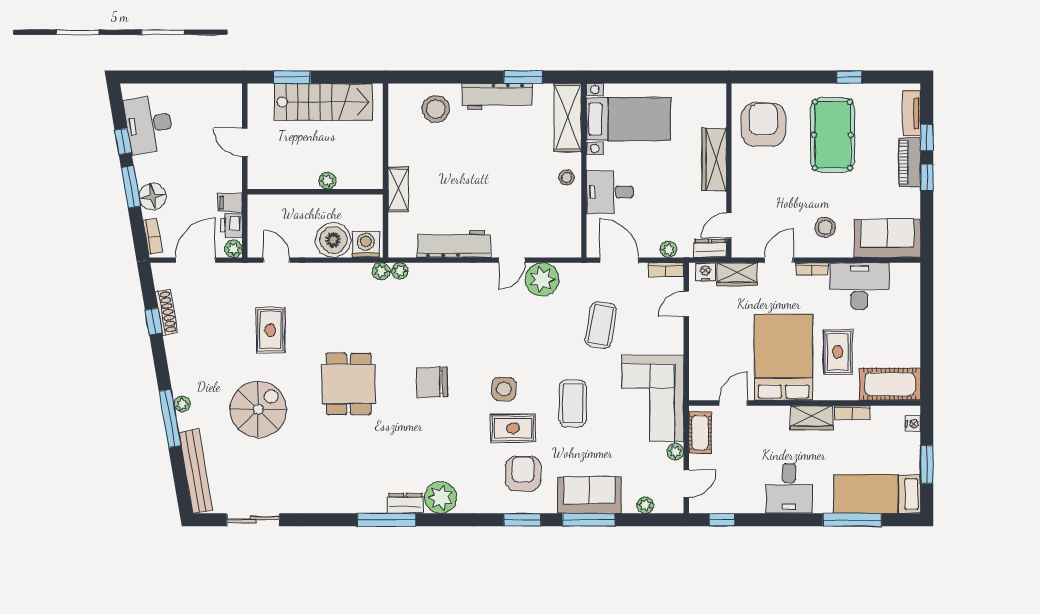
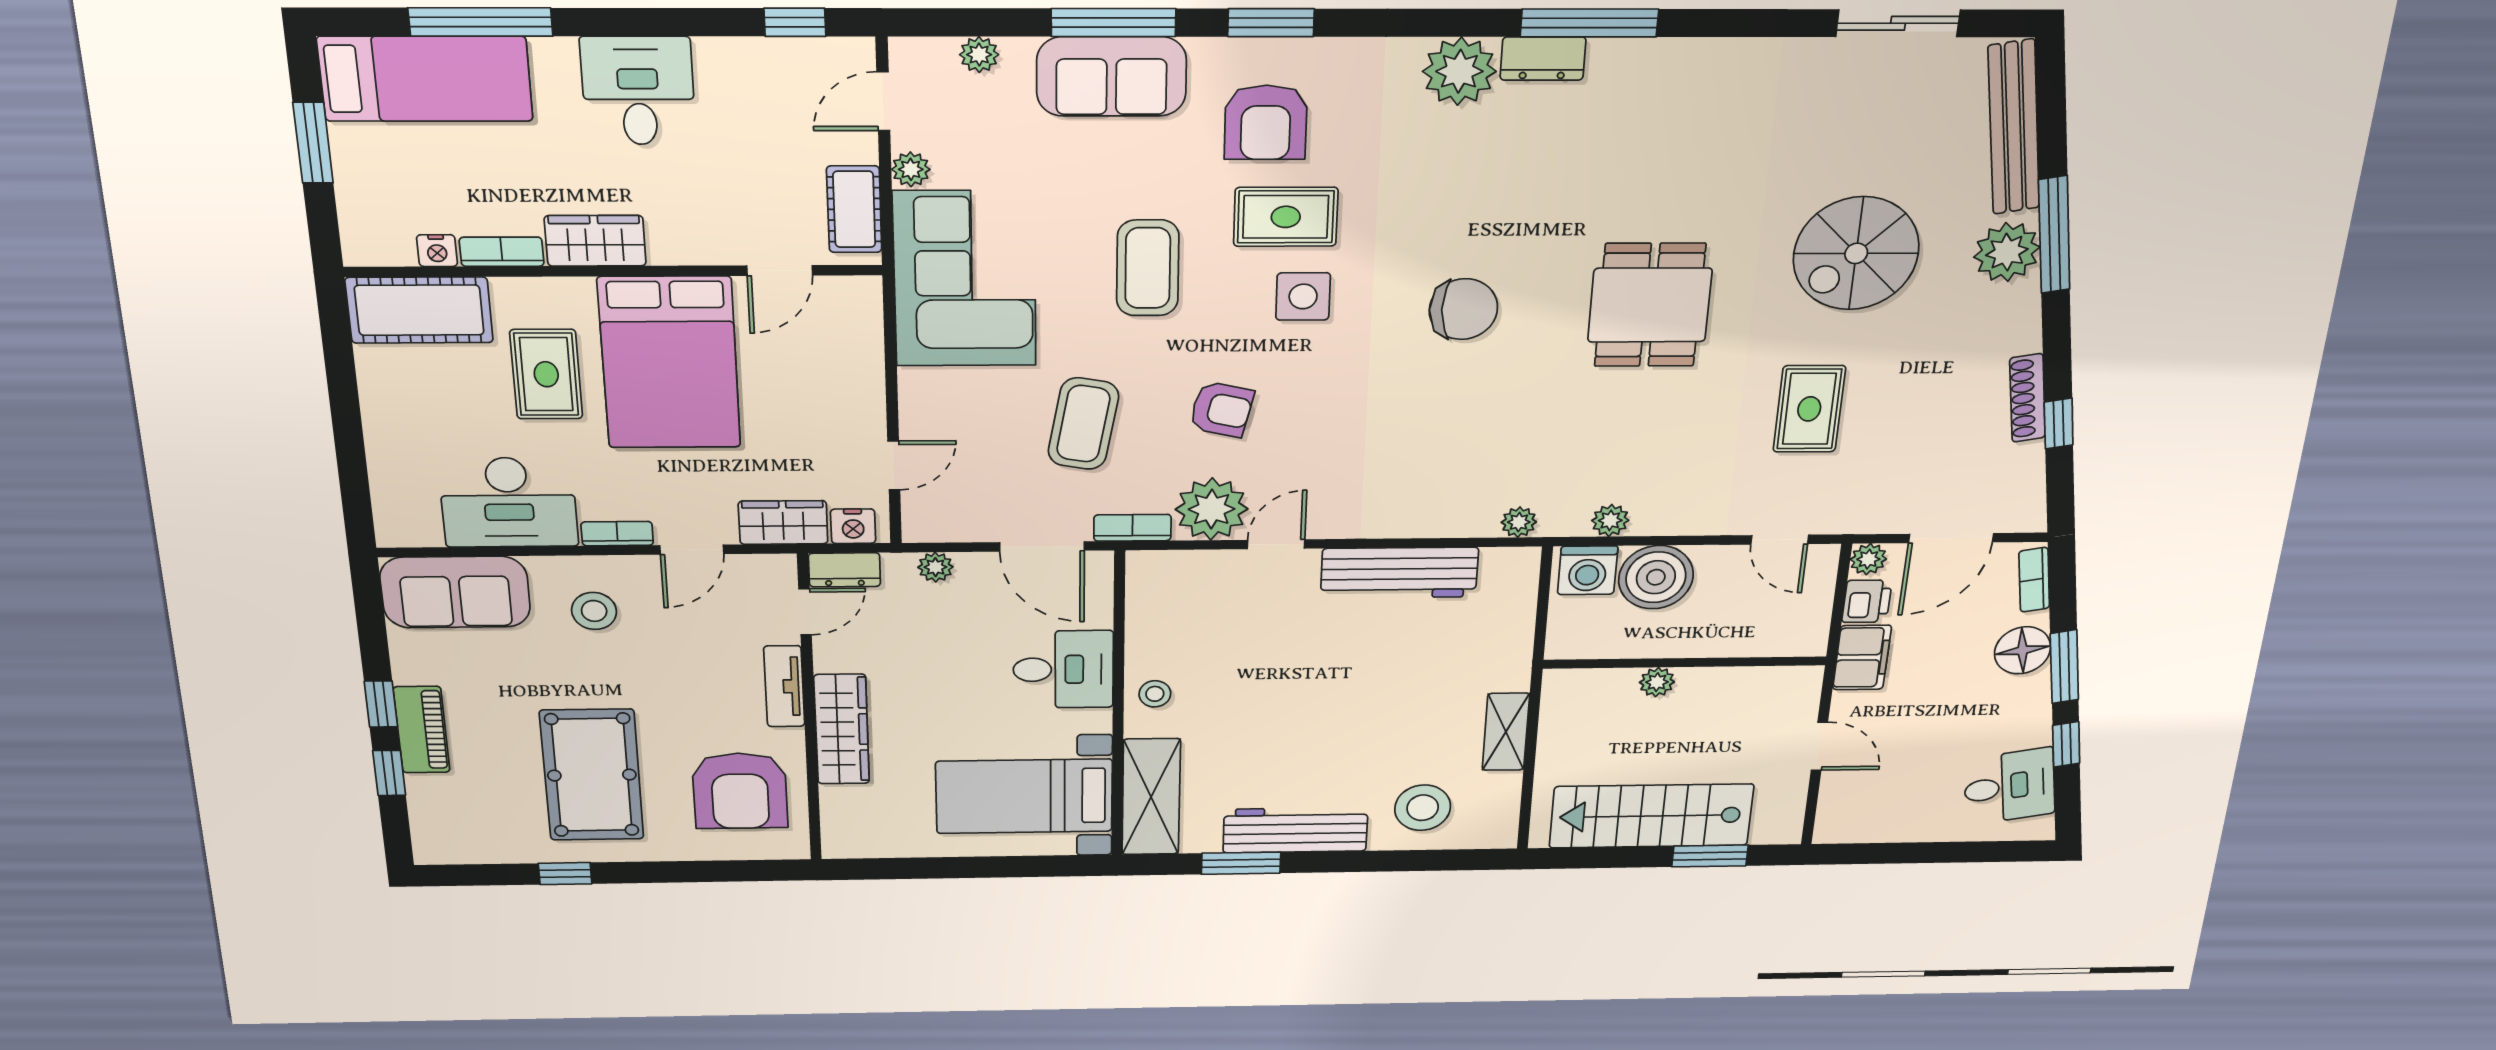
tv unit: (912, 113) -> (784, 686), moved, turned 180
desk: (149, 124) -> (2009, 786), width x0.73
shelving: (398, 189) -> (1506, 732), moved
filing cabinet: (230, 203) -> (1862, 657), width x2.00
bookcase: (666, 270) -> (1132, 528), moved
plant: (381, 271) -> (1610, 520), moved
shoe rack: (166, 312) -> (2027, 398), moved
armchair: (539, 332) -> (1221, 409), added
plant: (182, 404) -> (2007, 252), width x1.87, depth x1.87
nightstand: (913, 424) -> (437, 251), moved, turned -90

